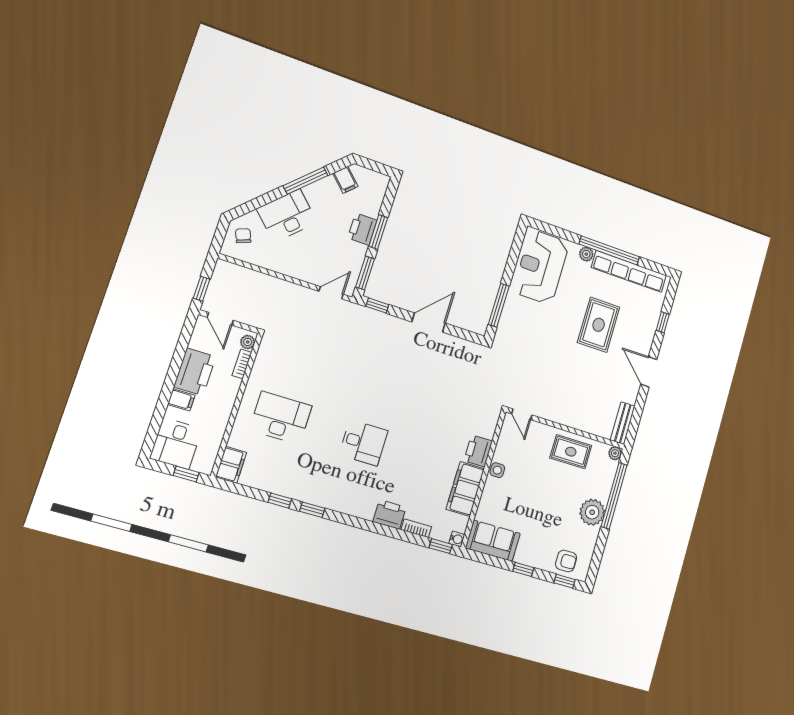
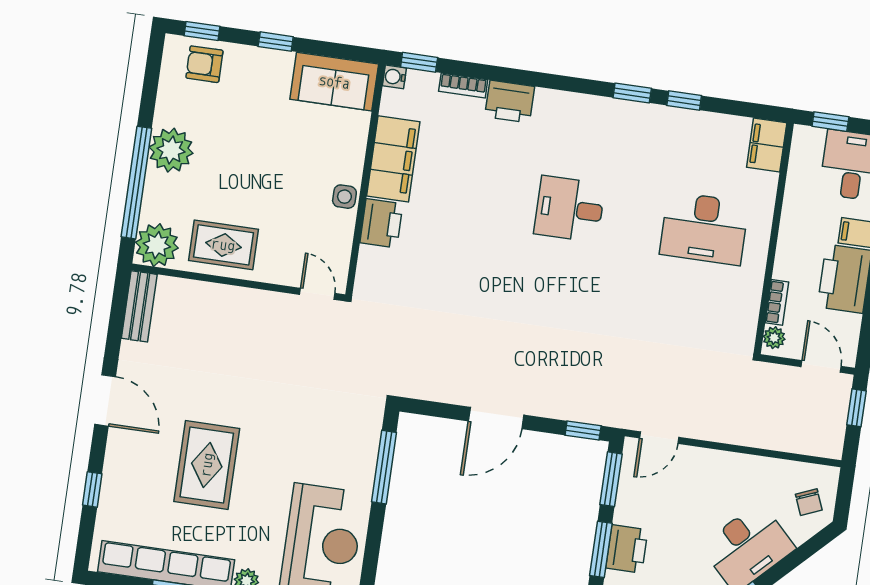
plant: (615, 453) -> (157, 245), width x1.88, depth x1.88

